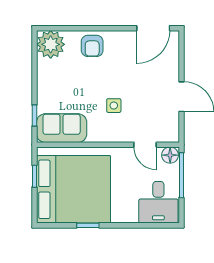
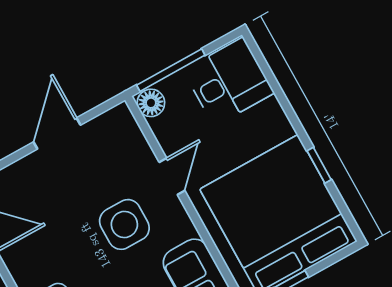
side table: (114, 106) -> (124, 224), width x1.87, depth x1.87
door: (145, 145) -> (172, 176), moved

